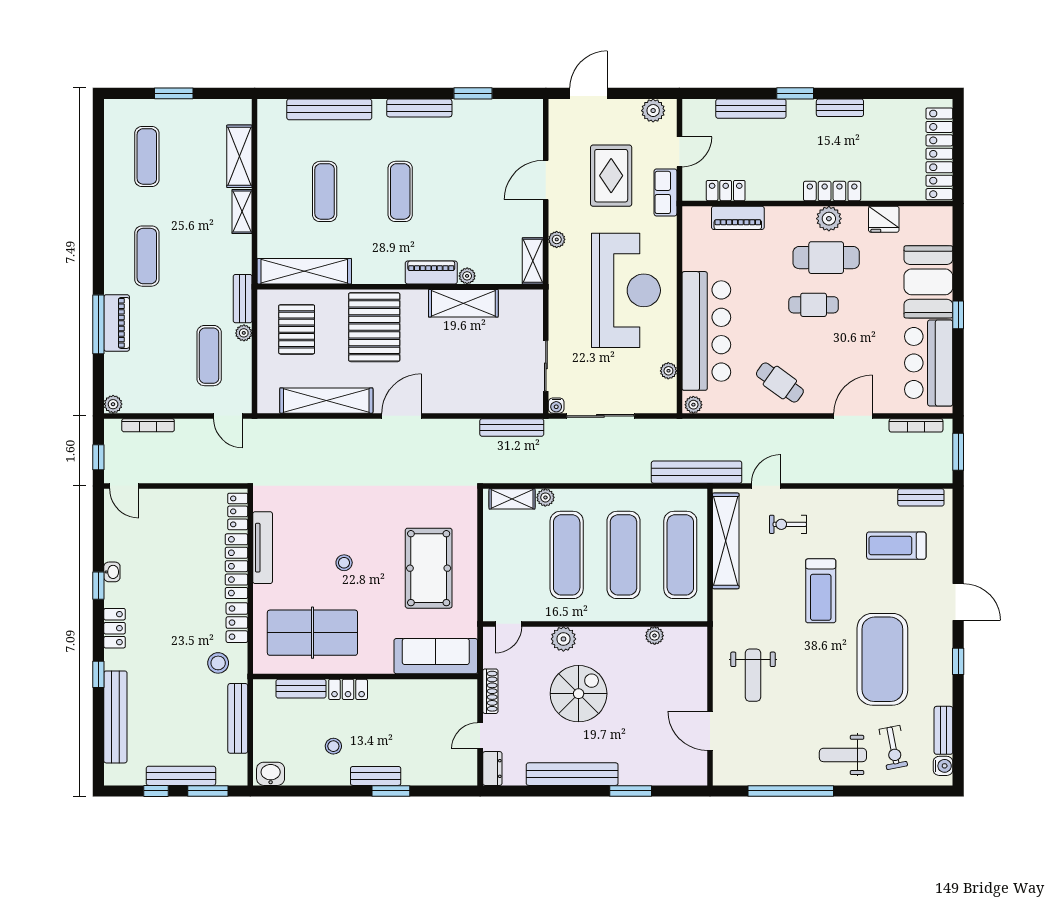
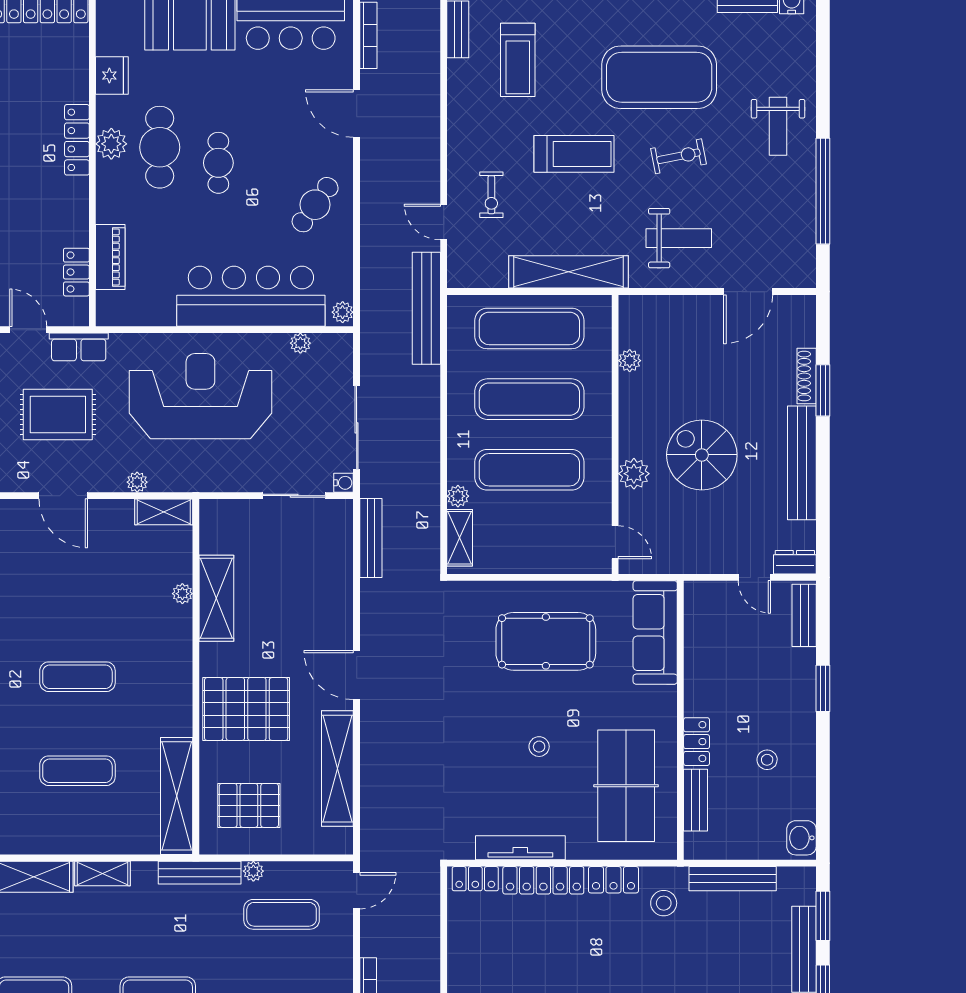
piano: (431, 272) -> (178, 638), removed
bench: (243, 299) -> (200, 873), width x1.36
shelving: (726, 541) -> (569, 272), moved
shoe rack: (490, 691) -> (807, 376), moved, turned -90
exercise bike: (893, 748) -> (679, 156), moved
bench: (376, 776) -> (804, 615), moved

